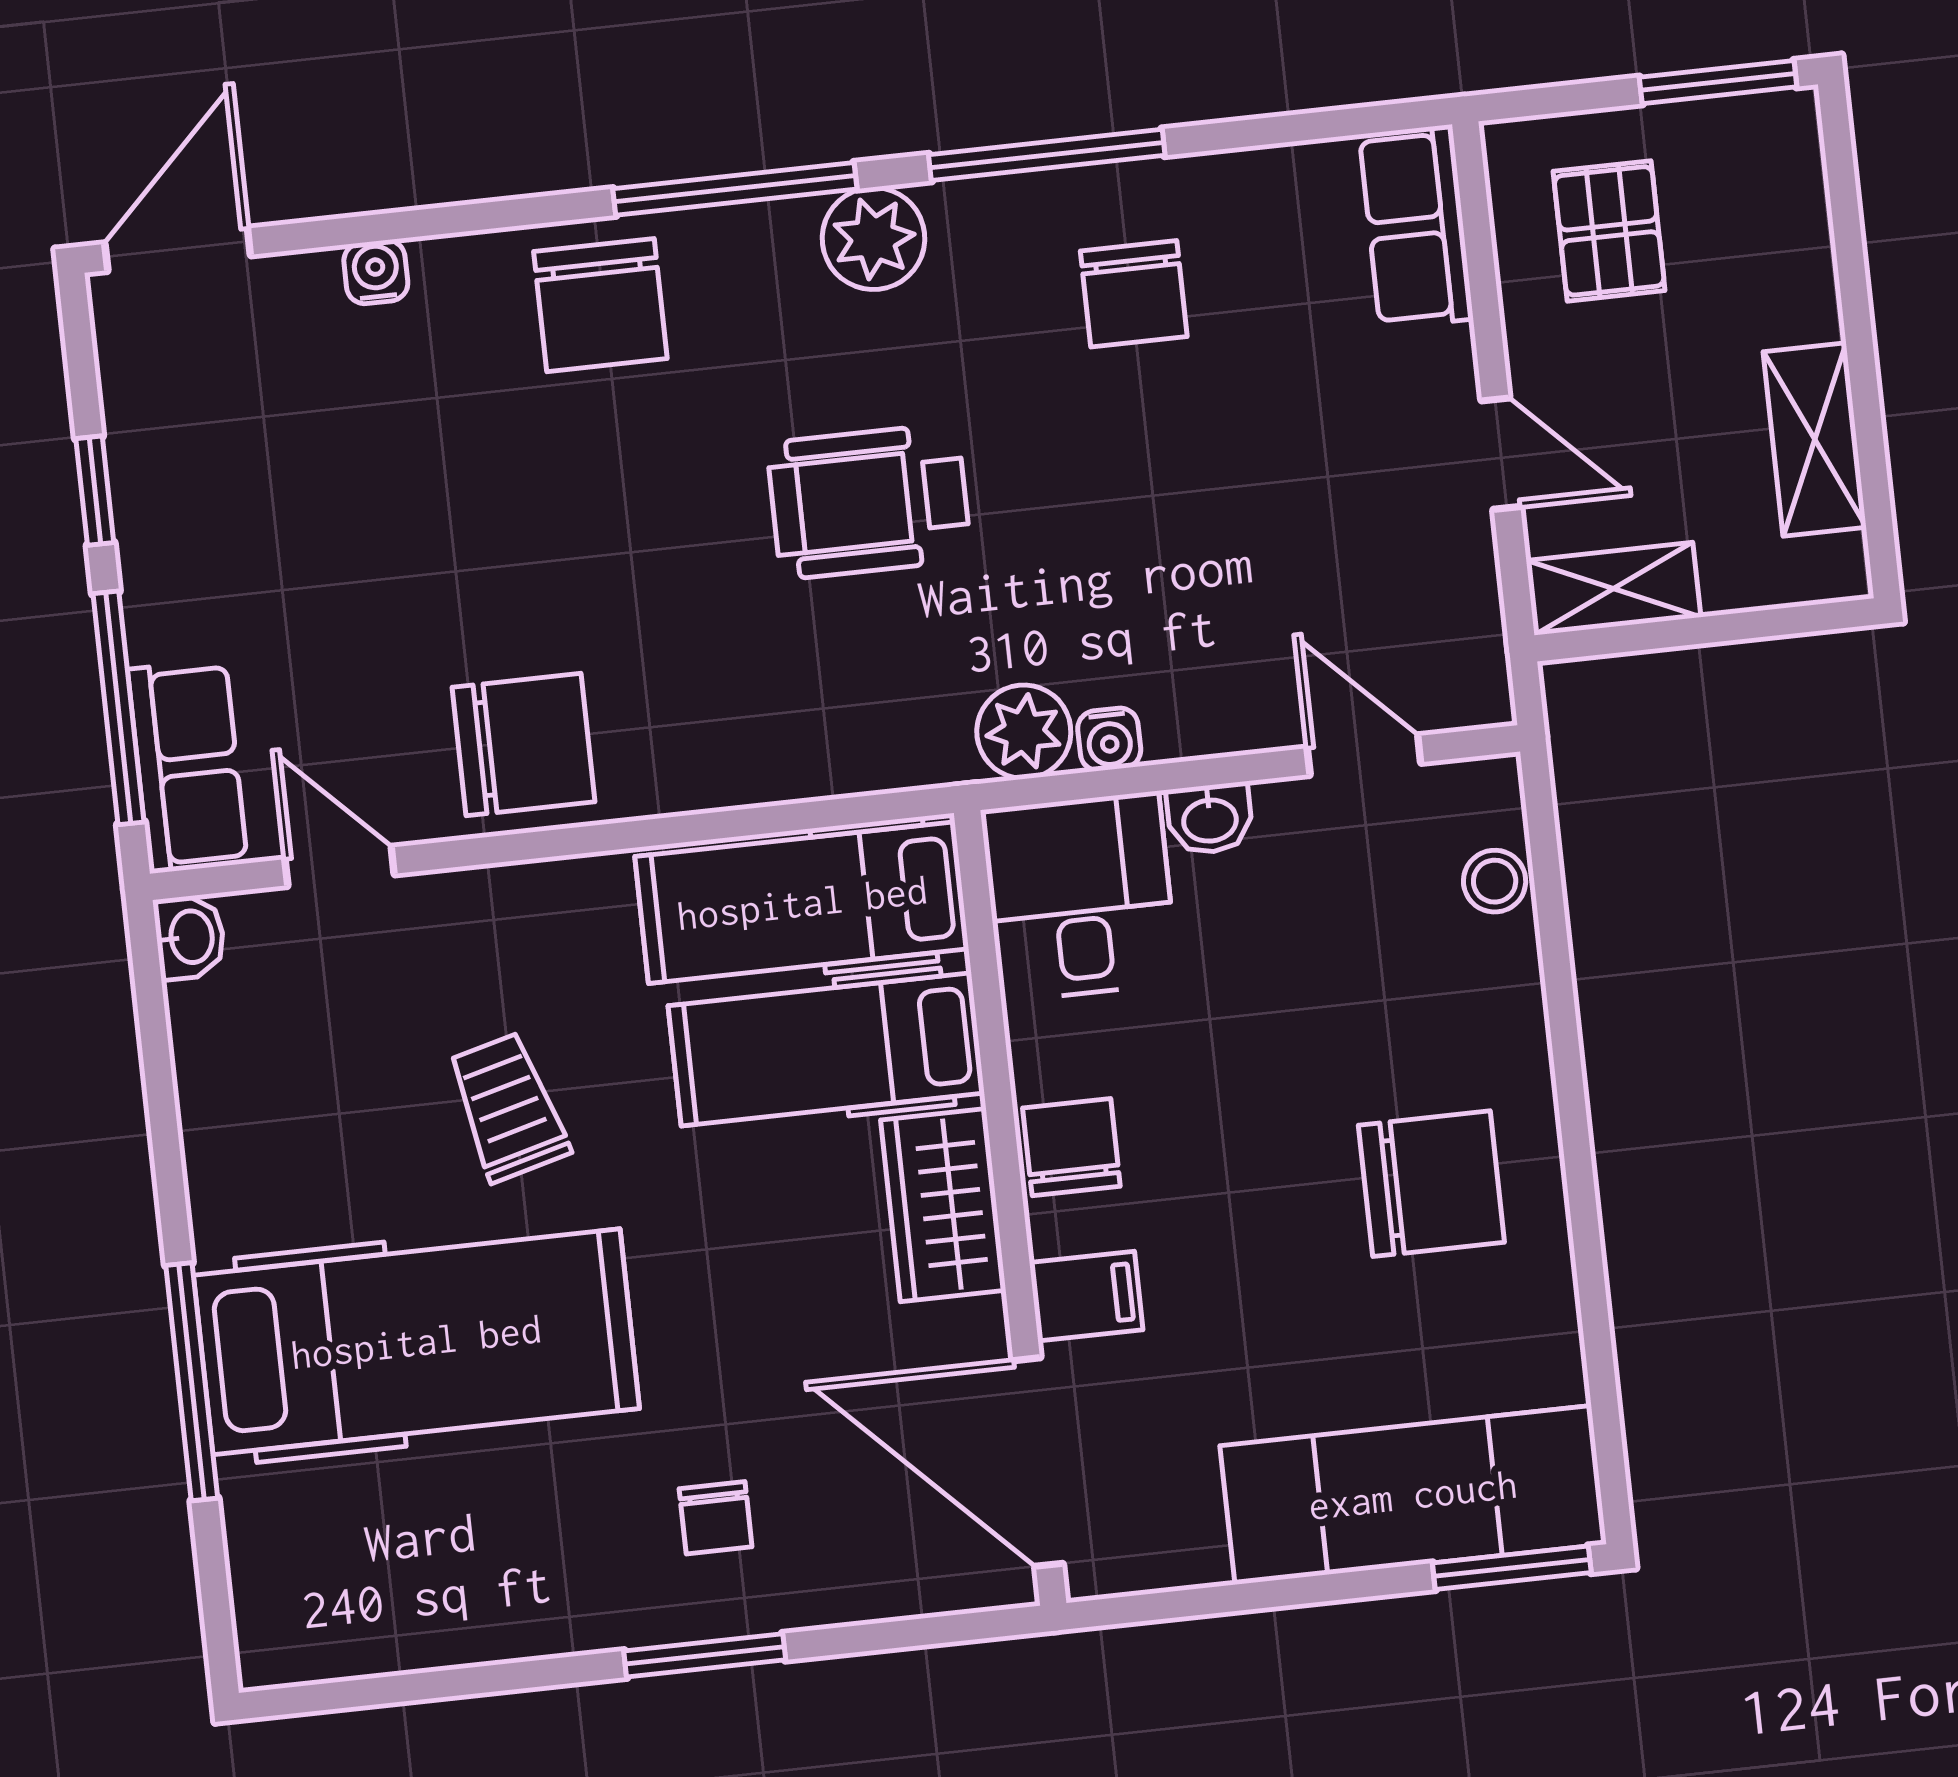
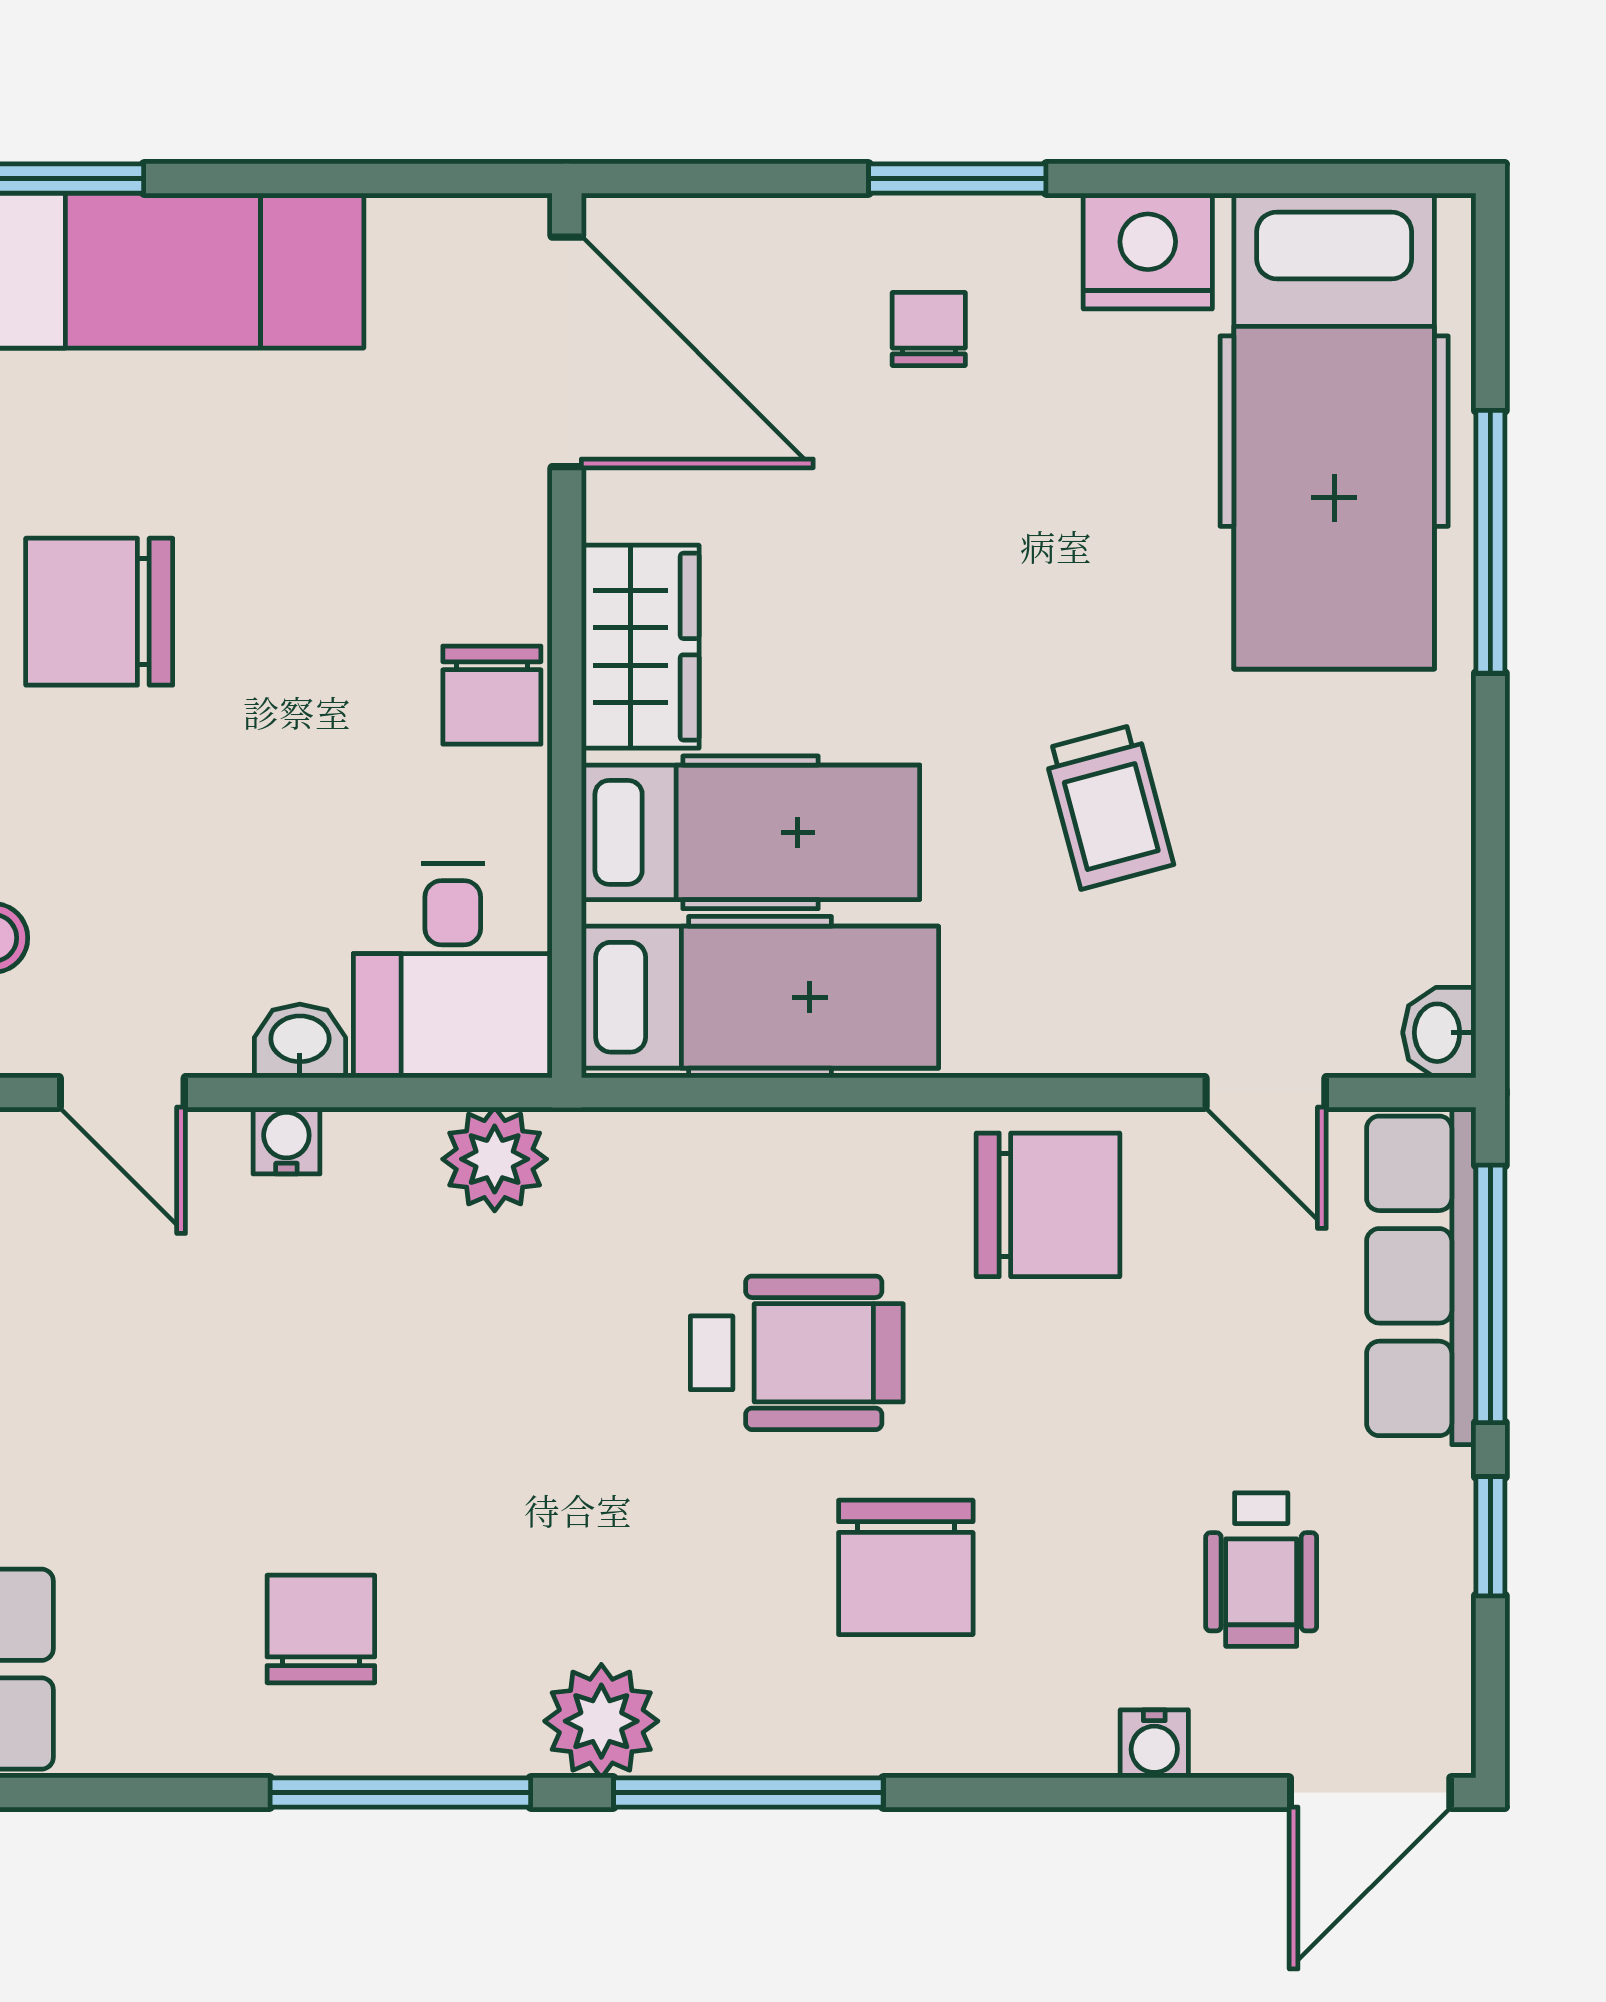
chair: (600, 305) -> (906, 1567), moved, turned 180
wheelchair: (297, 439) -> (1261, 1570), added
wheelchair: (869, 501) -> (797, 1353), moved
water cooler: (1109, 739) -> (286, 1140), moved
chair: (524, 745) -> (1048, 1205), turned 180
row of seats: (188, 766) -> (1421, 1276), width x1.48
filing cabinet: (1086, 1296) -> (494, 529), removed
hospital bed: (416, 1342) -> (1334, 431), moved, turned -90
nightstand: (527, 1609) -> (1148, 251), added

